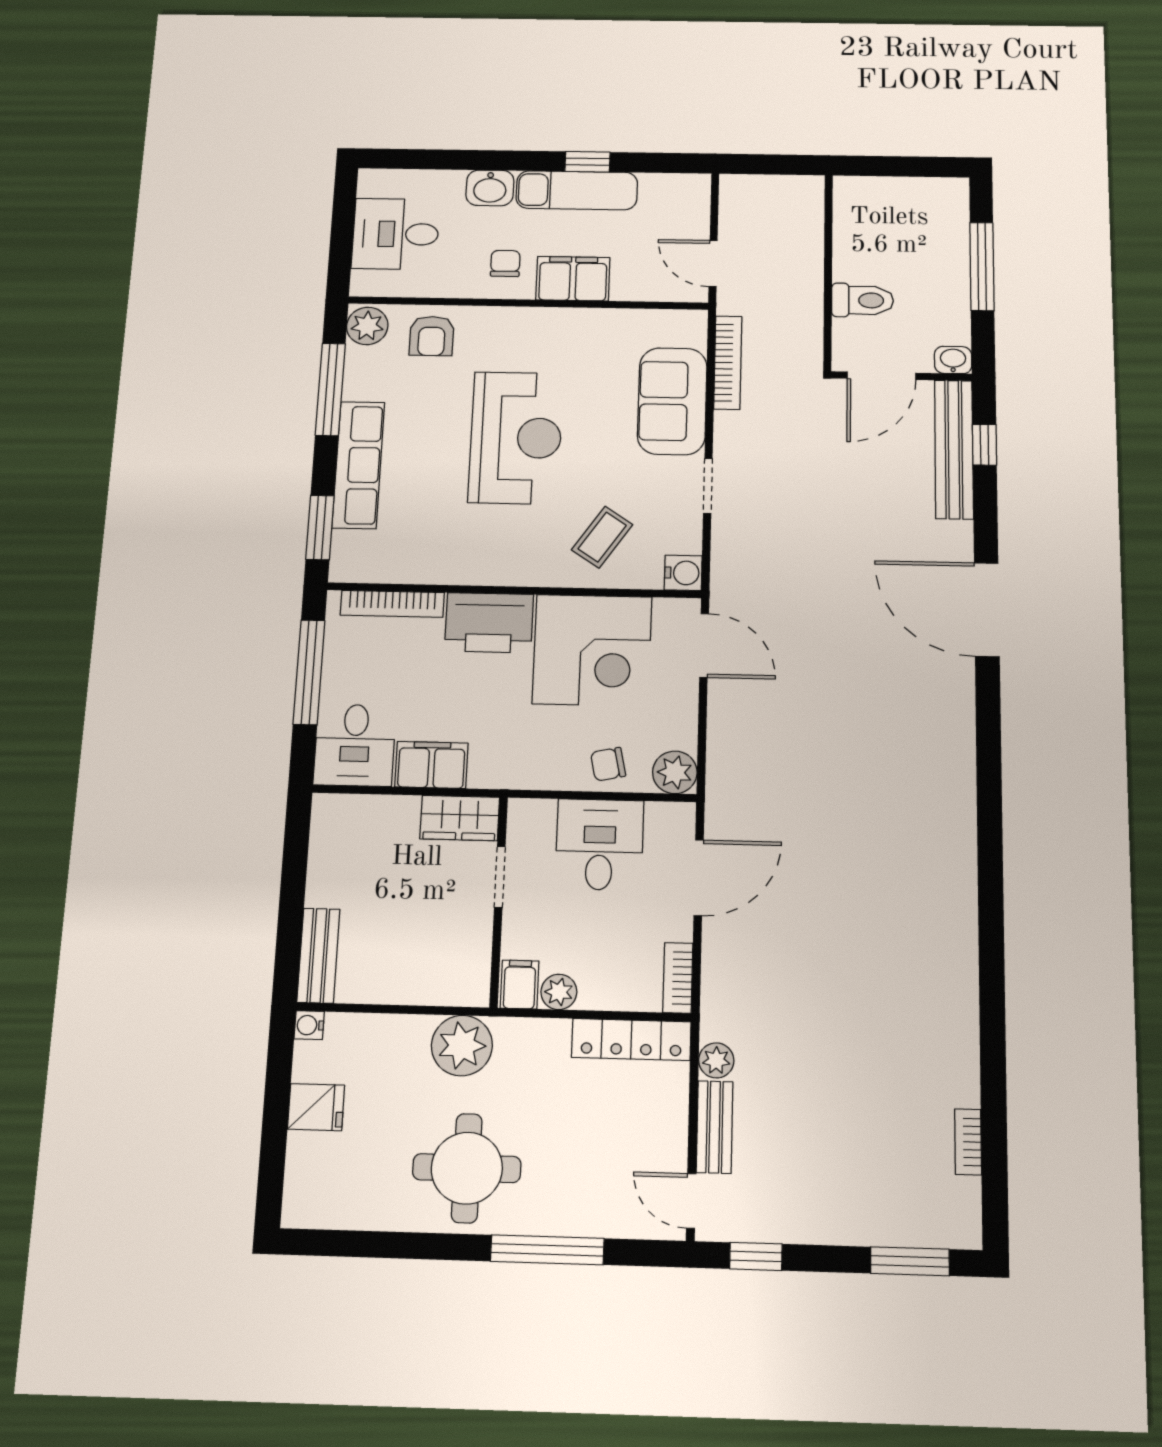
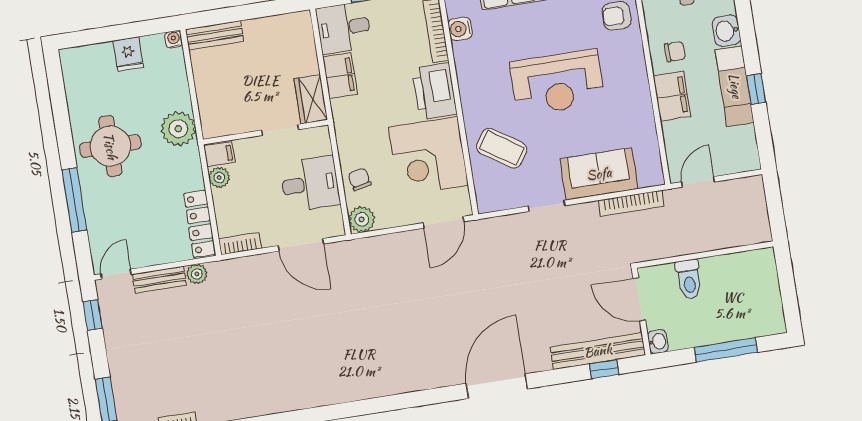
coffee table: (602, 537) -> (502, 148), width x1.36, depth x1.30
water cooler: (683, 573) -> (460, 29), moved, turned 90

